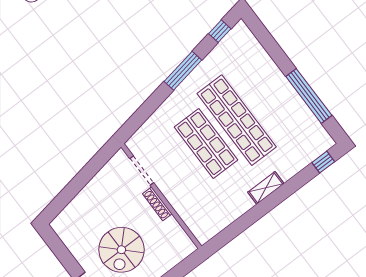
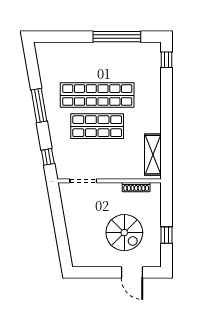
window: (220, 31) -> (48, 157), moved
shelving: (266, 188) -> (153, 155), moved, width x1.50, depth x1.33
shoe rack: (157, 204) -> (136, 187), moved

